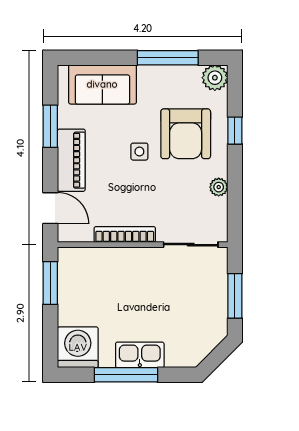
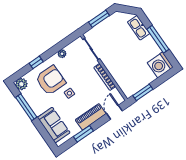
kitchen sink: (140, 355) -> (139, 28), moved

